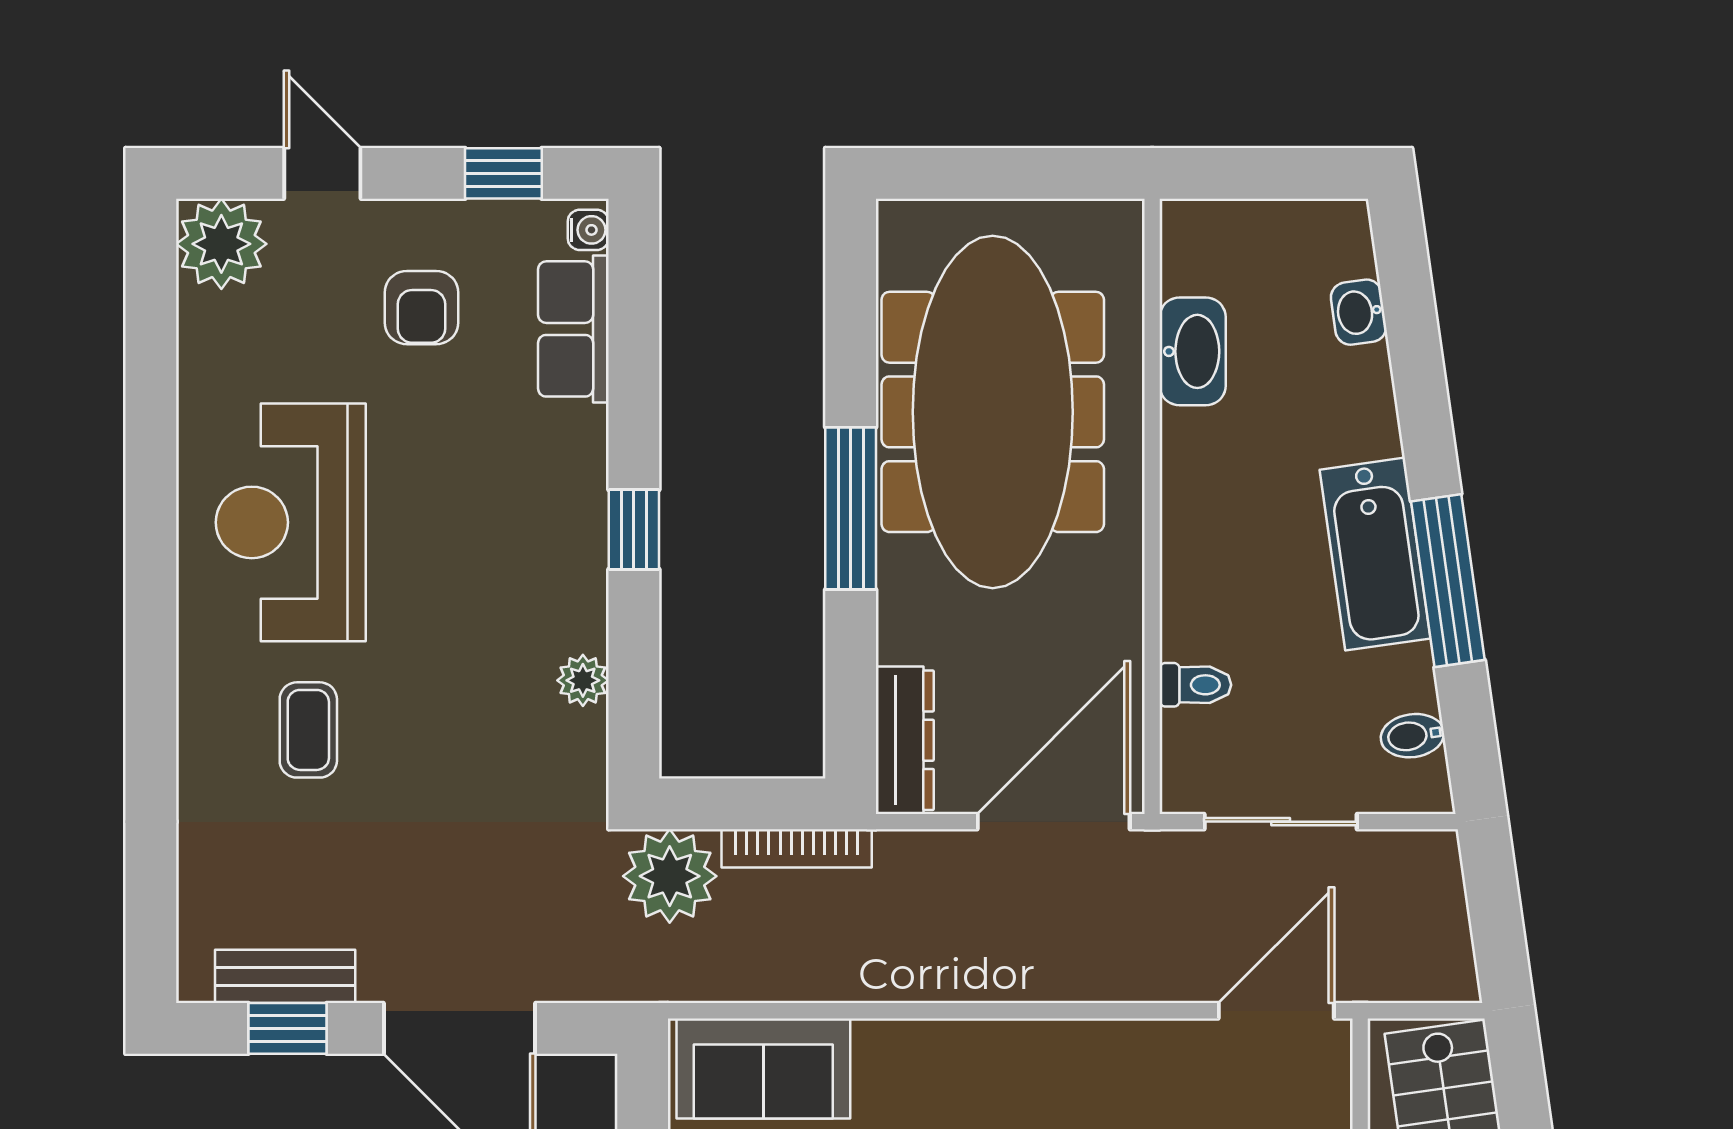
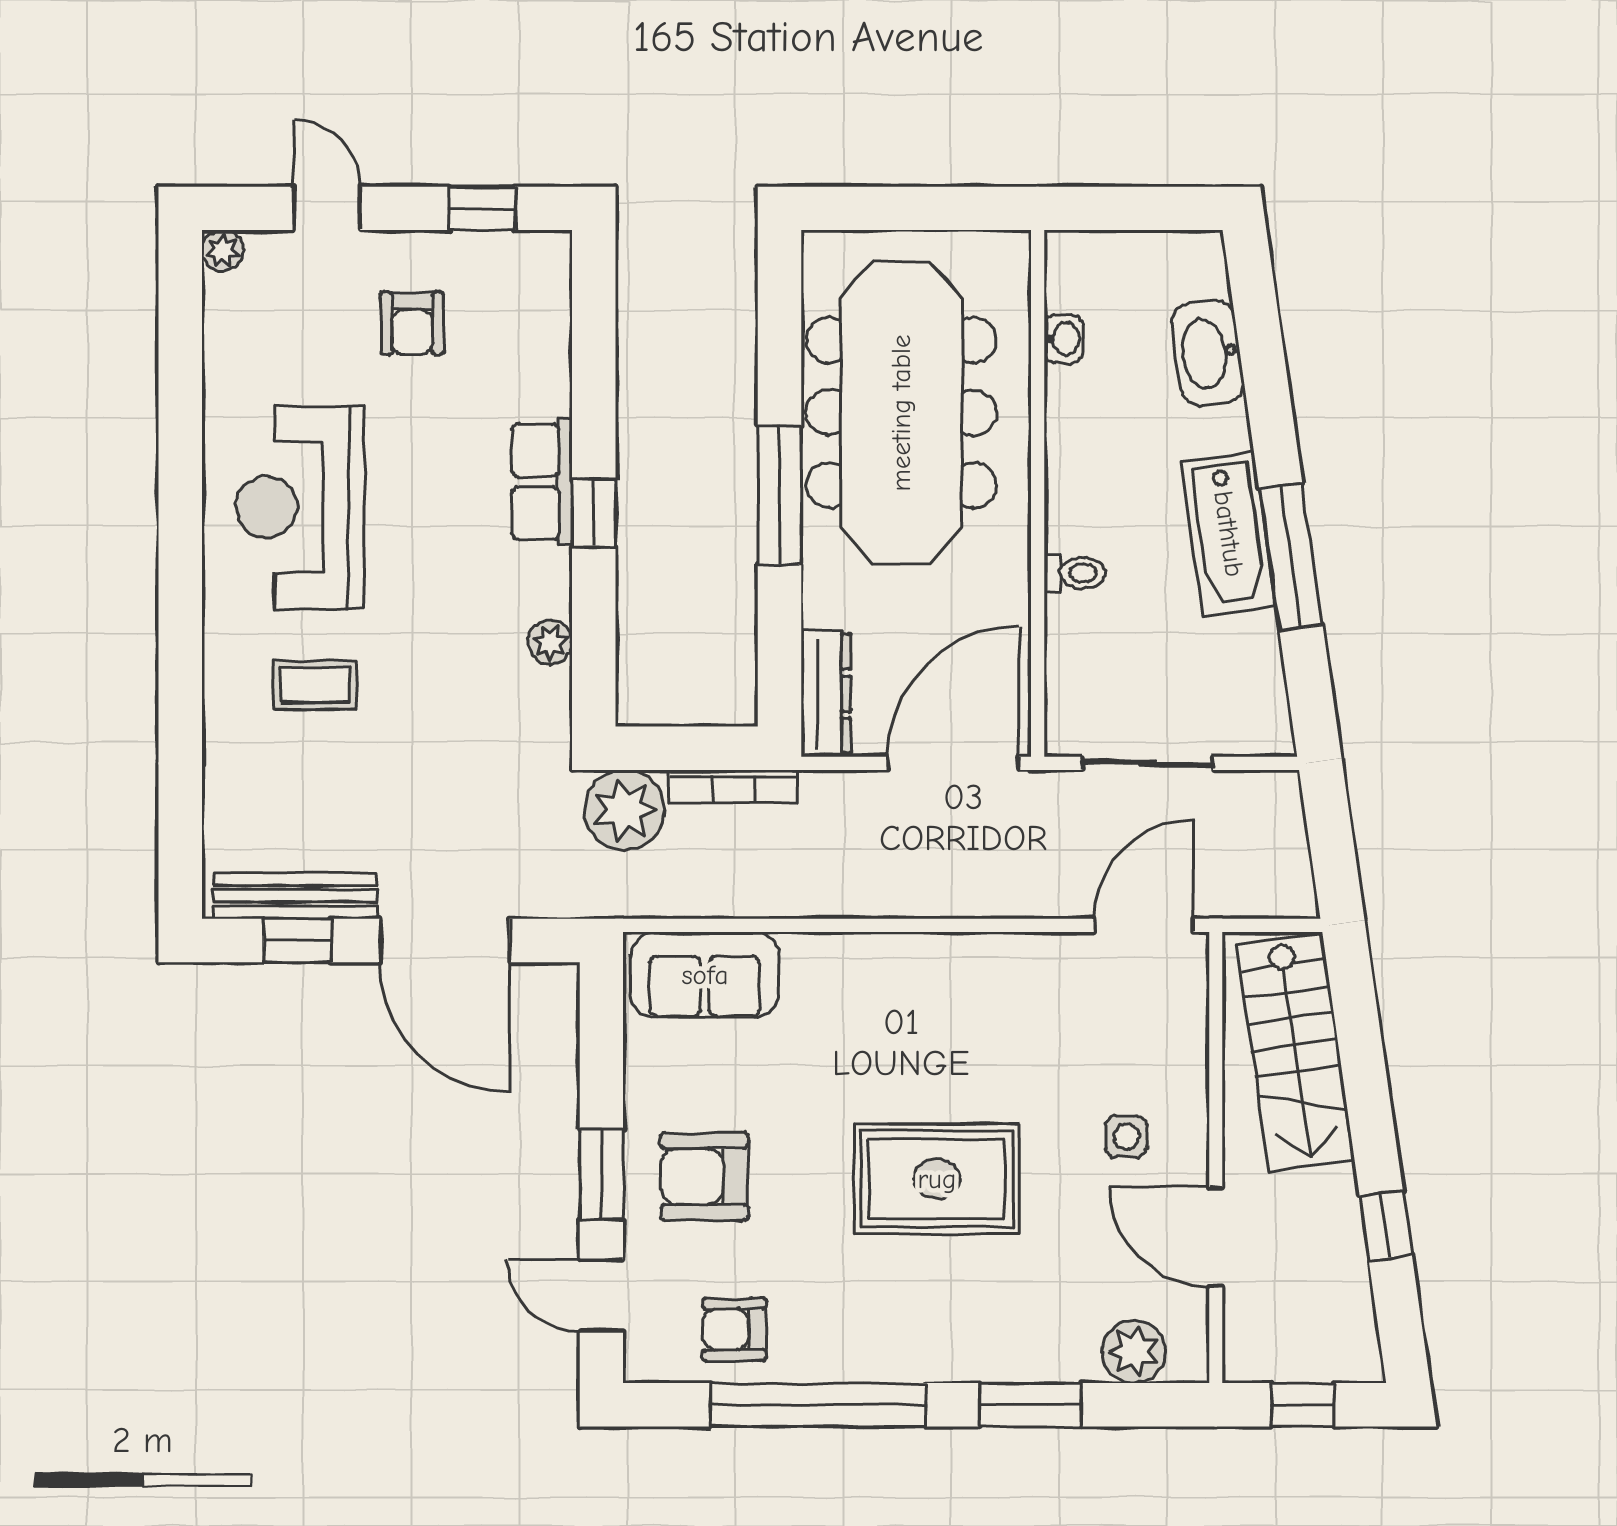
water cooler: (588, 230) -> (555, 257), removed
plant: (221, 244) -> (223, 251), width x0.53, depth x0.53
washbasin: (1359, 312) -> (1208, 353), width x1.91, depth x1.45
row of seats: (573, 329) -> (542, 482), moved
washbasin: (1193, 351) -> (1064, 339), width x0.52, depth x0.69
toilet: (1195, 685) -> (1075, 573), moved
coffee table: (308, 730) -> (315, 685), turned 90
bidet: (1412, 736) -> (1260, 690), removed
bench: (285, 976) -> (295, 896), width x1.36

